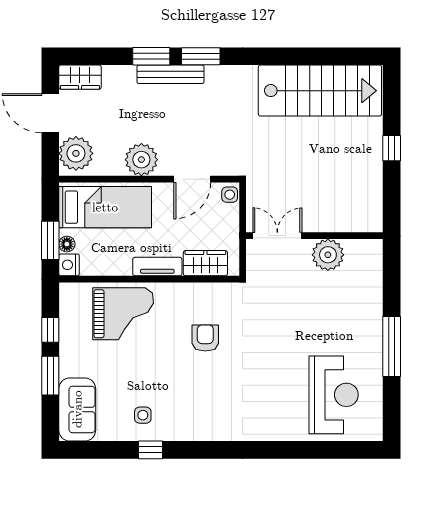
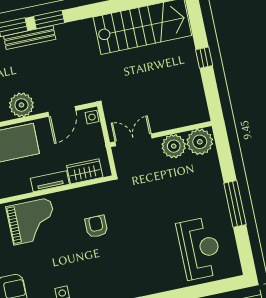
plant: (363, 256) -> (200, 142), added

